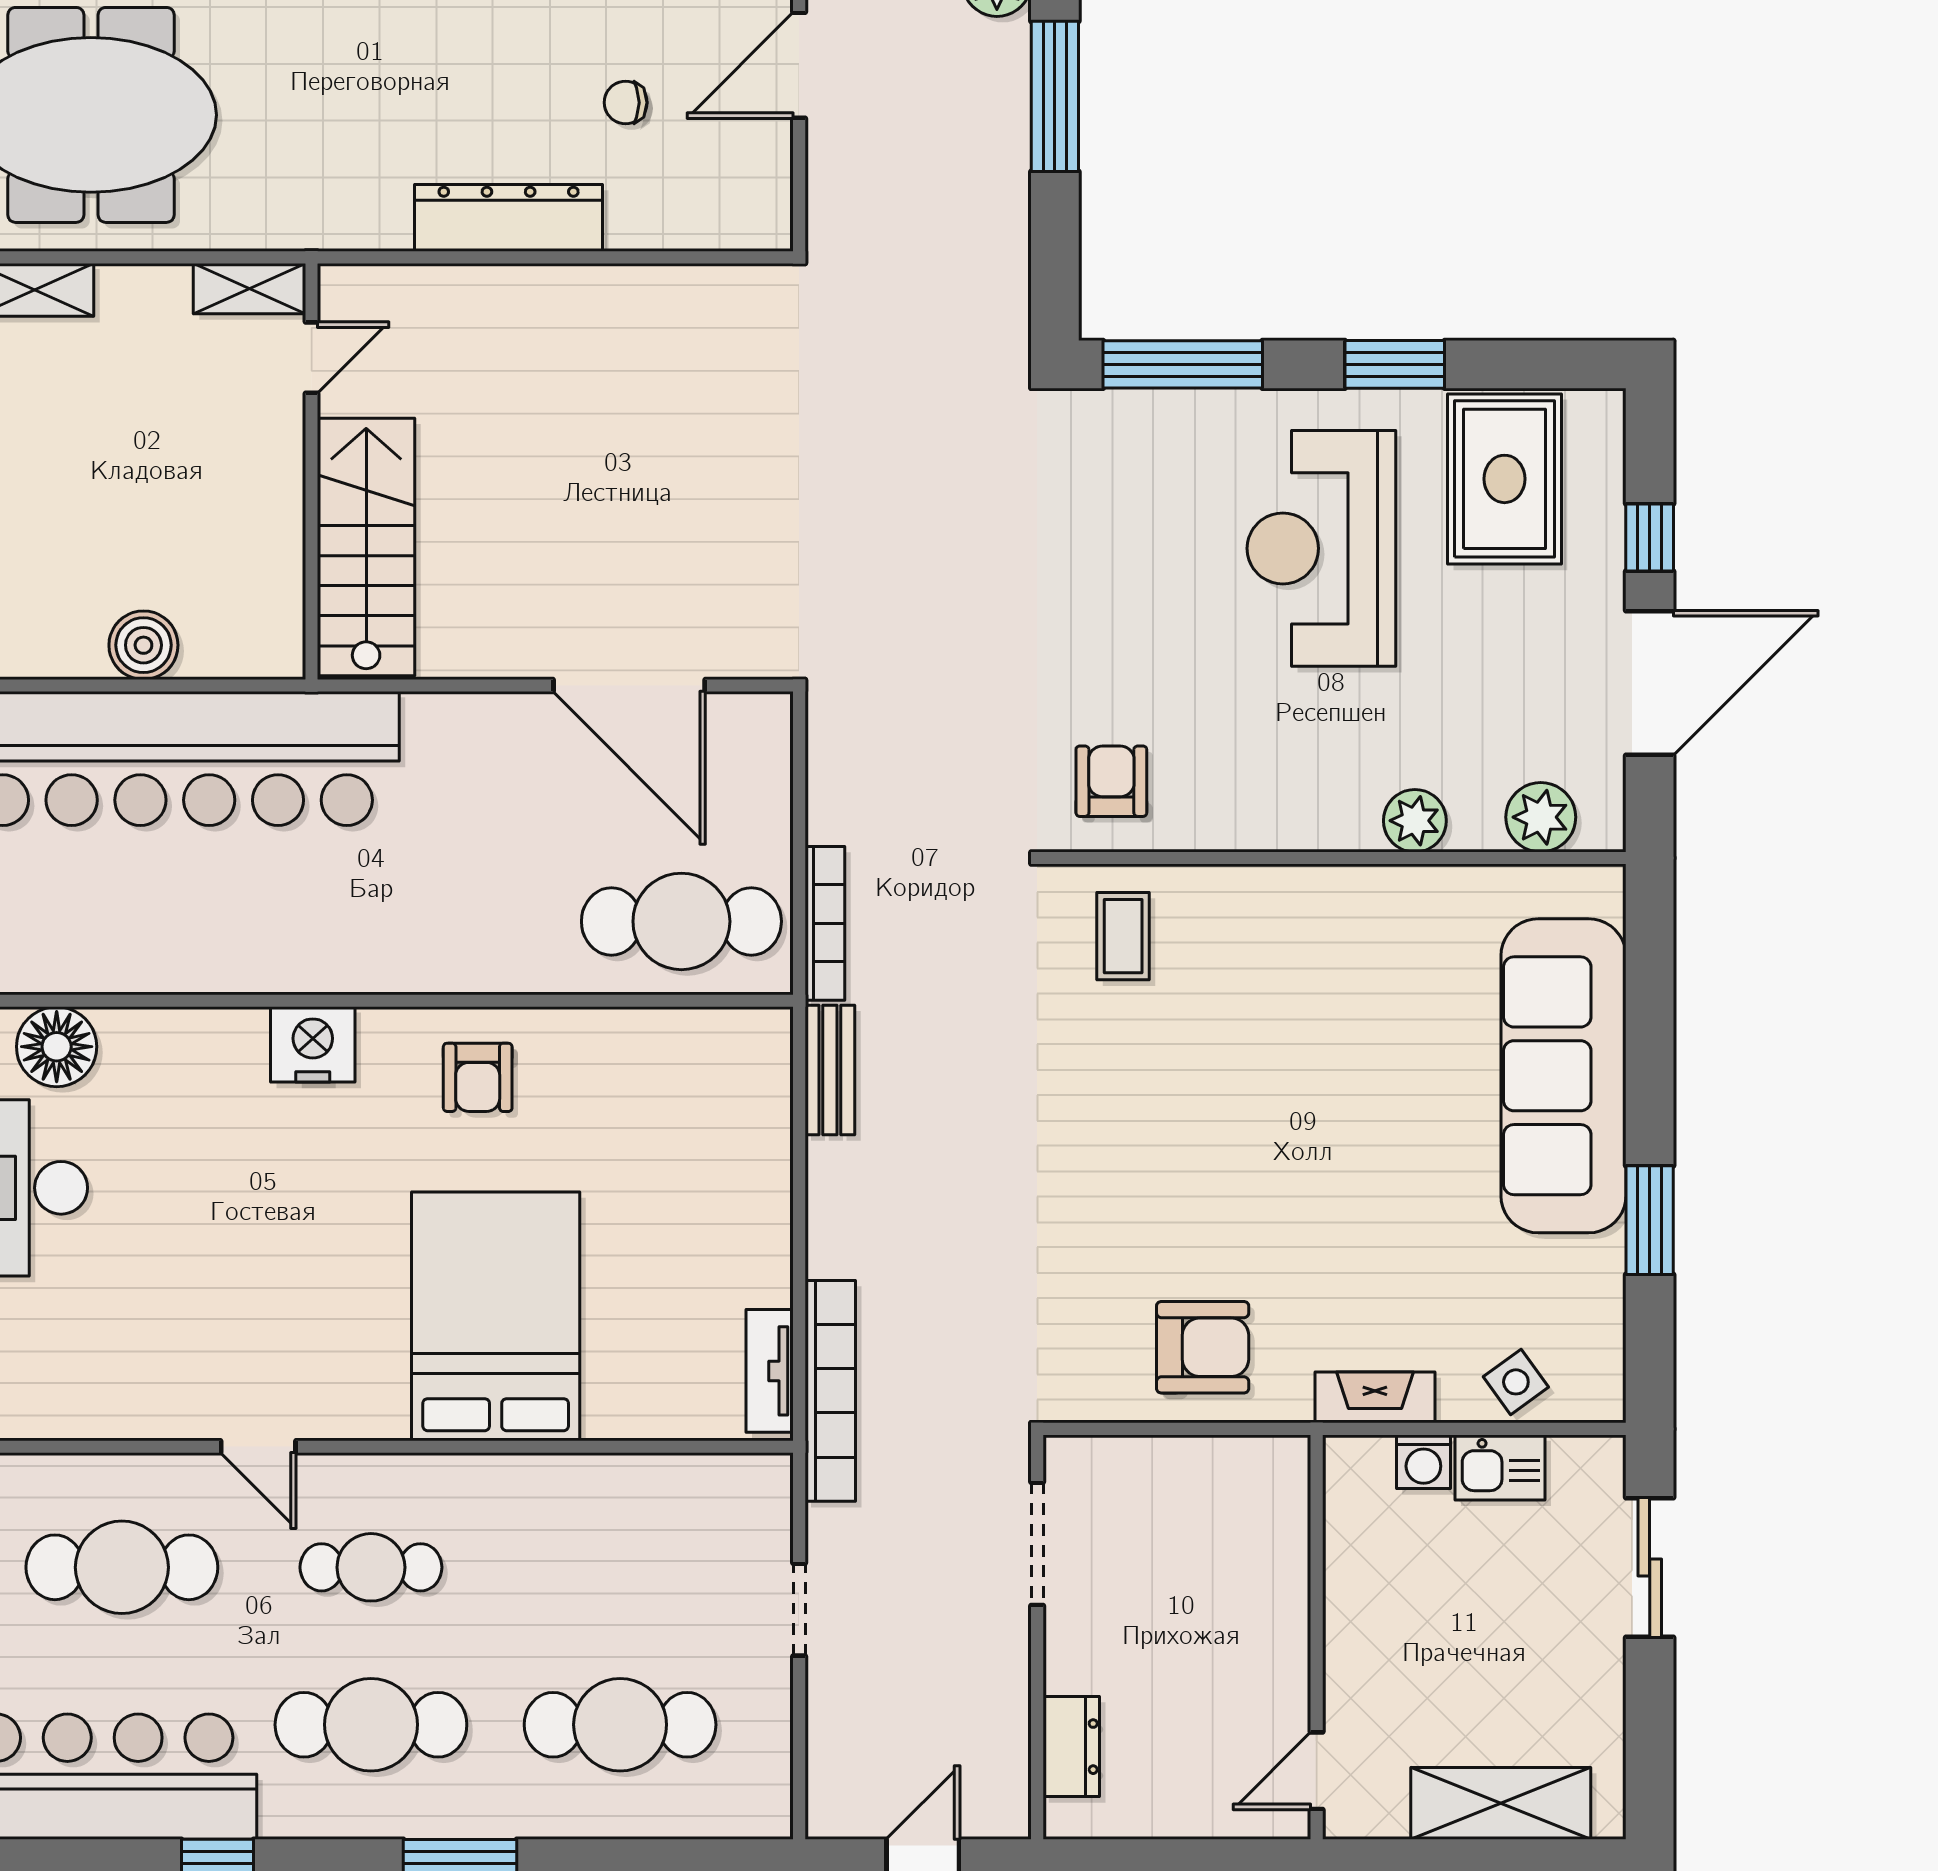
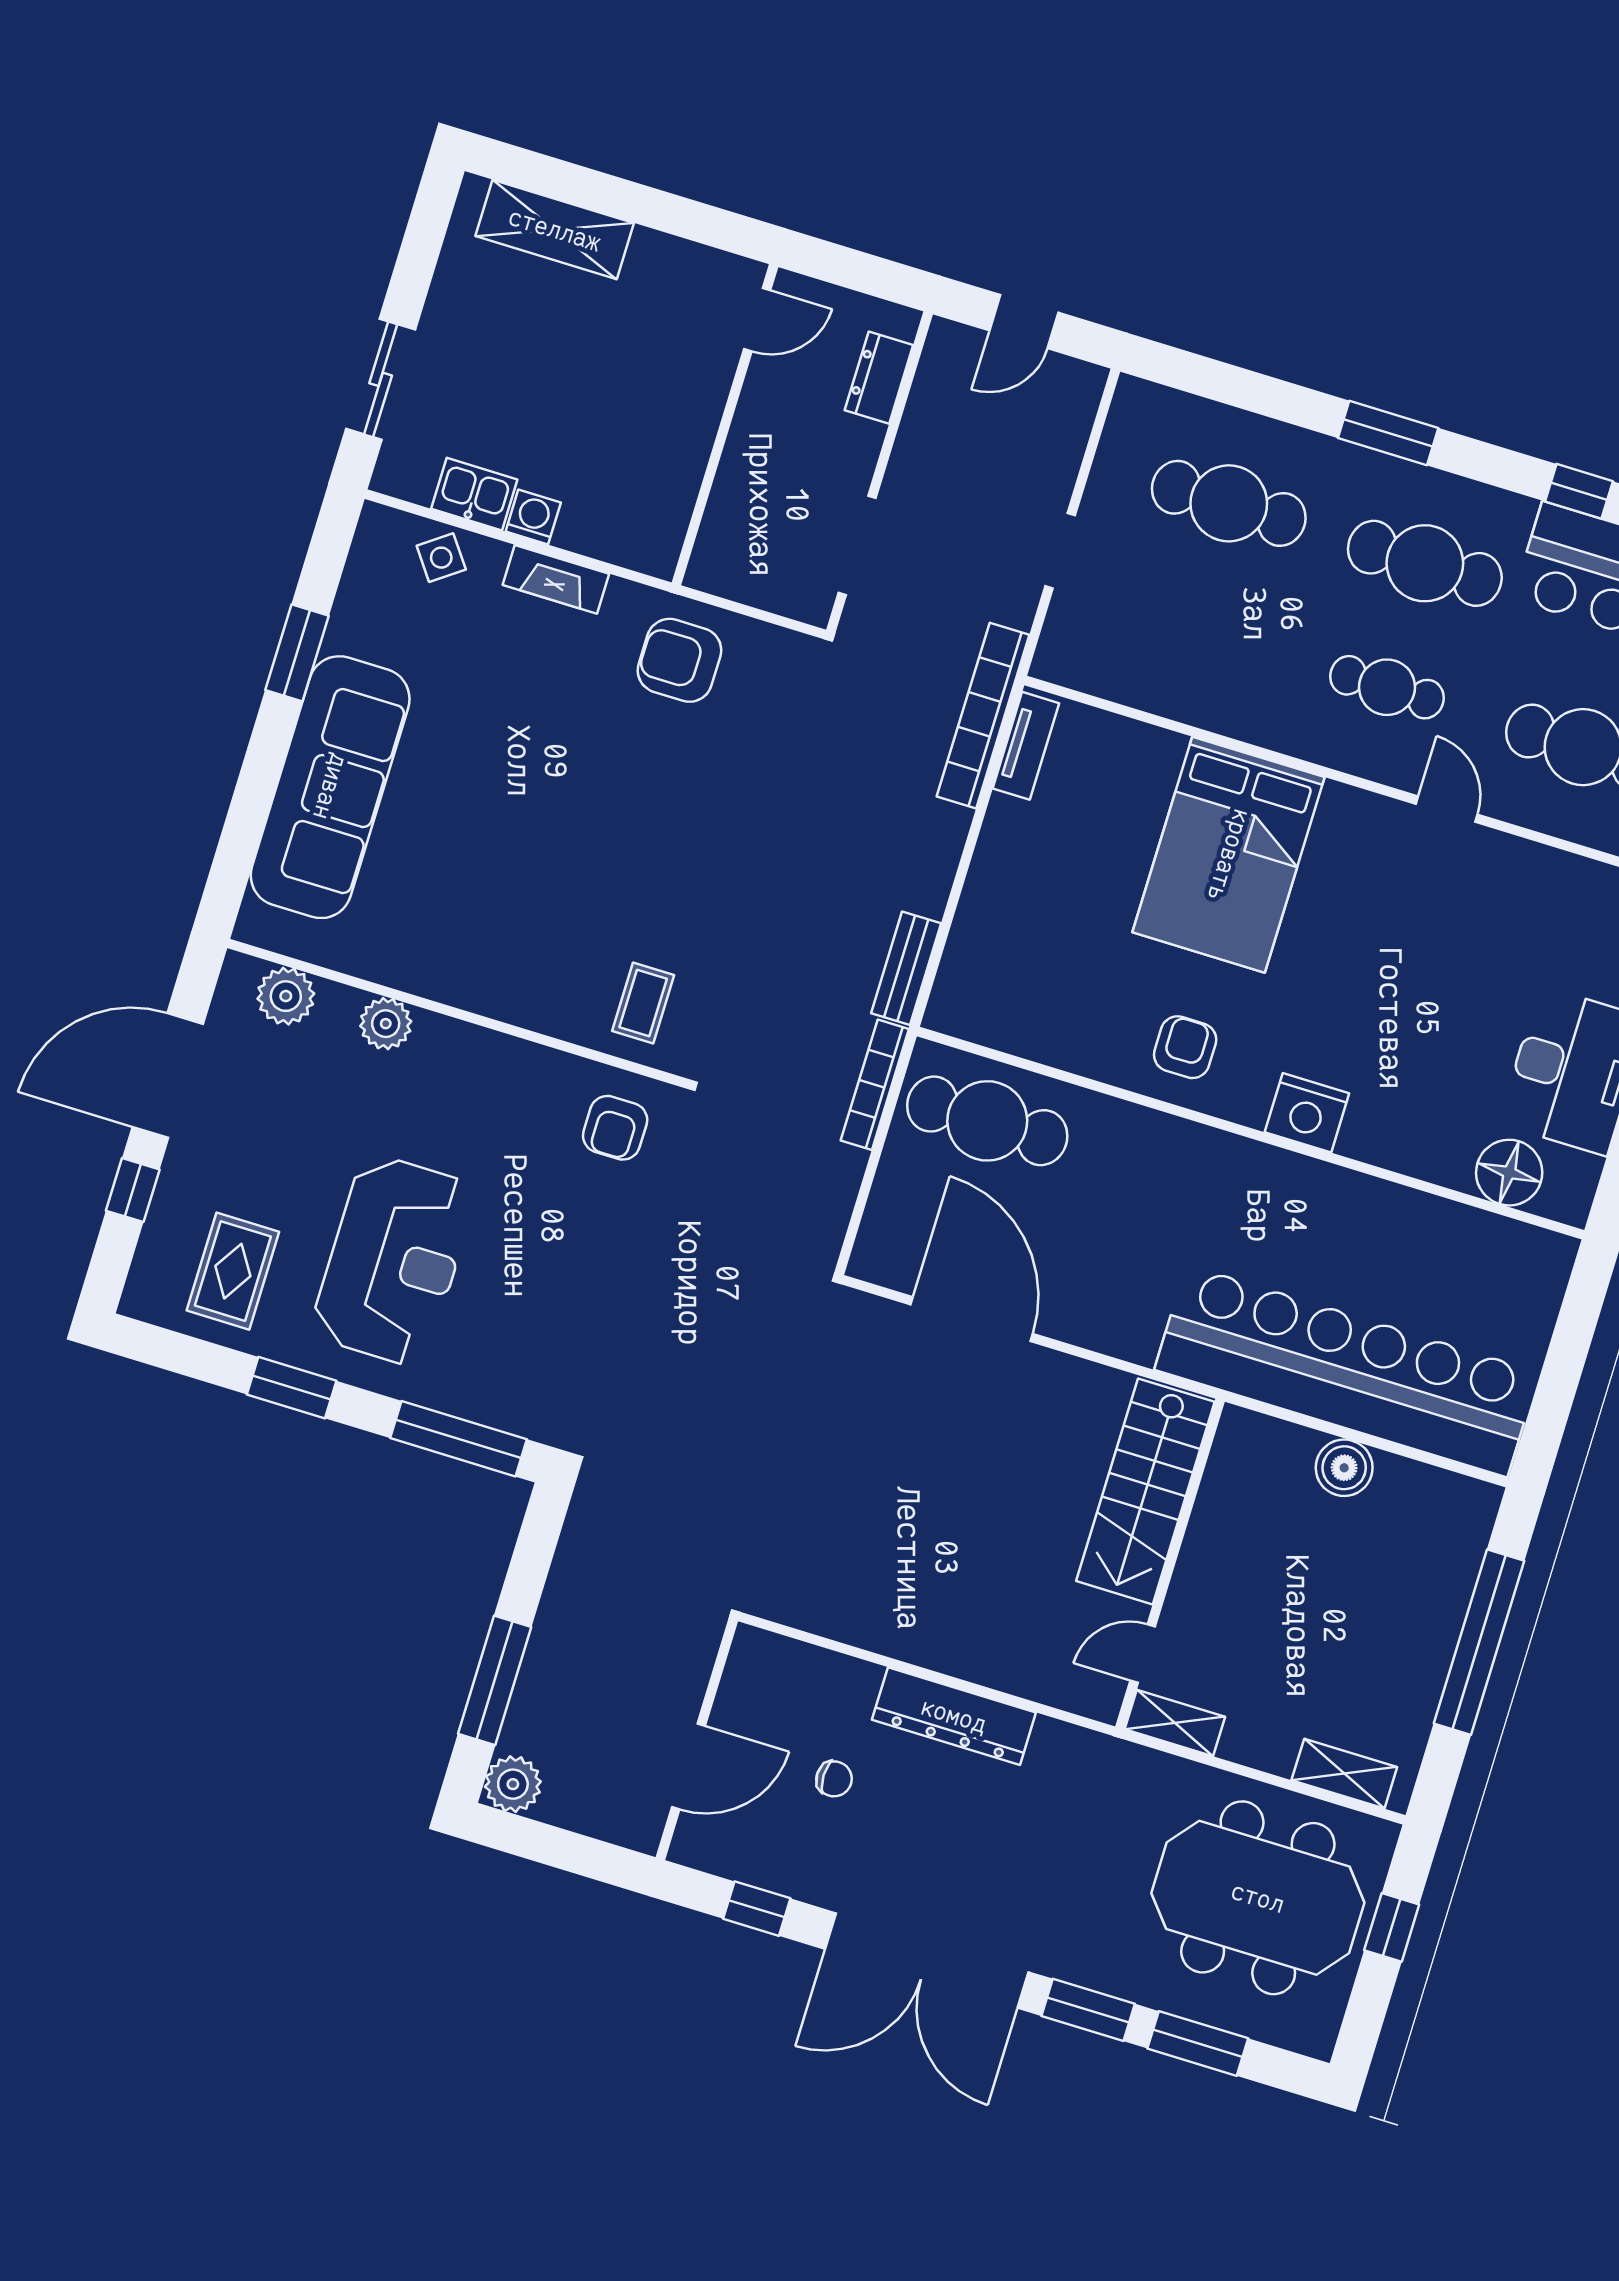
rug: (1504, 479) -> (233, 1271), width x0.73, depth x0.70
wall: (1317, 1637) -> (725, 425), moved
door: (1317, 1771) -> (757, 320), moved

